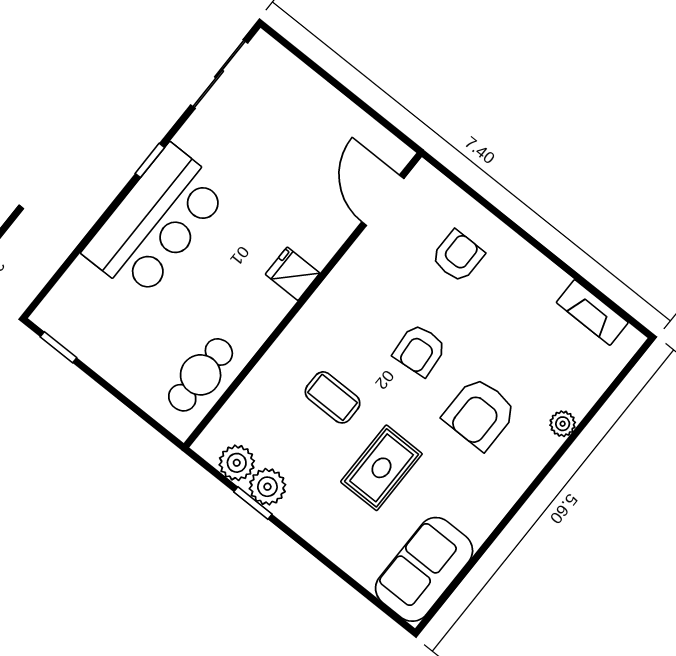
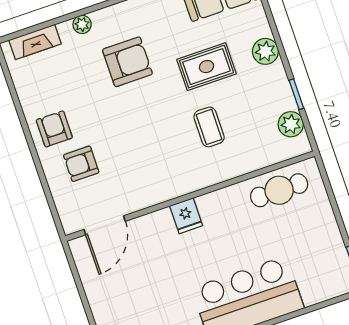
fireplace: (592, 313) -> (35, 42), moved, turned 90
armchair: (420, 350) -> (54, 129), moved, turned -85
plant: (267, 487) -> (265, 51), moved

